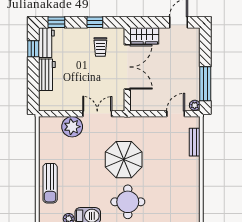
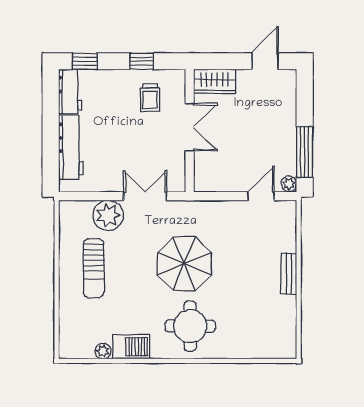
window: (33, 49) -> (51, 100), removed
double door: (127, 67) -> (190, 127), width x0.73
workbench: (47, 75) -> (71, 148), width x1.38
bench: (195, 142) -> (289, 274), moved
sun lounger: (50, 183) -> (94, 268), moved

